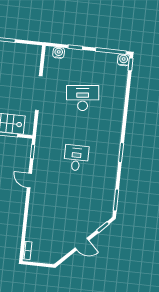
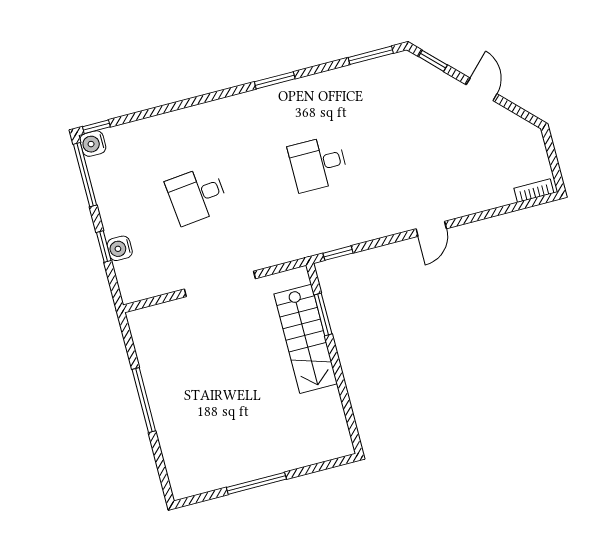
water cooler: (59, 53) -> (120, 248), moved
desk: (83, 98) -> (197, 195), width x0.73
door: (29, 181) -> (431, 229), moved

